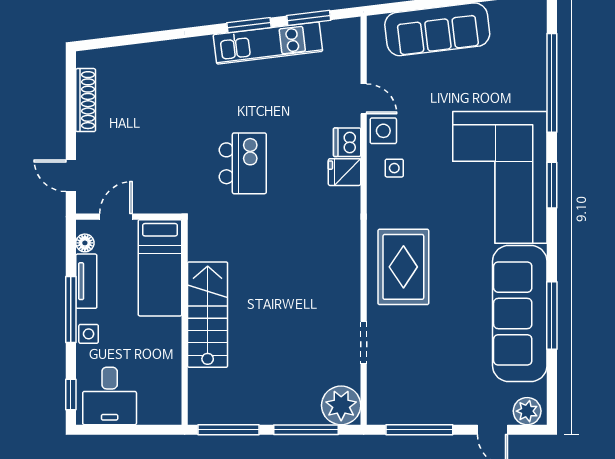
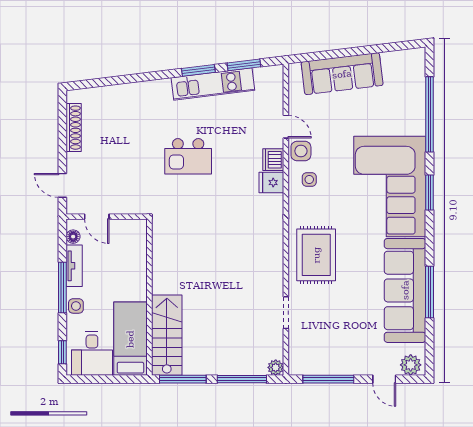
kitchen island: (243, 163) -> (188, 156), moved, turned 90
door: (116, 217) -> (97, 217), swing flipped
bed: (160, 268) -> (130, 339), moved, turned 180
stairs: (208, 315) -> (167, 335), moved
plant: (341, 405) -> (276, 367), width x0.53, depth x0.53

